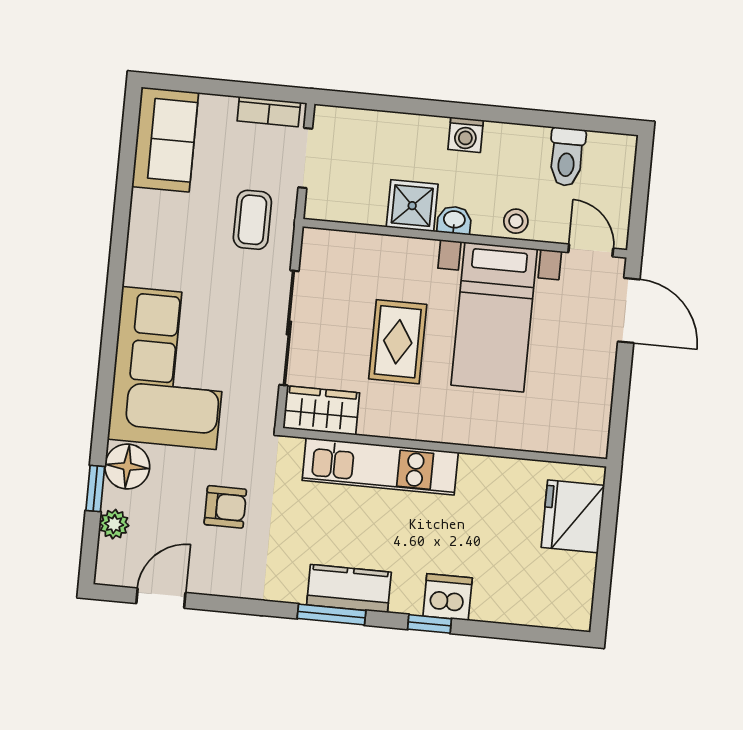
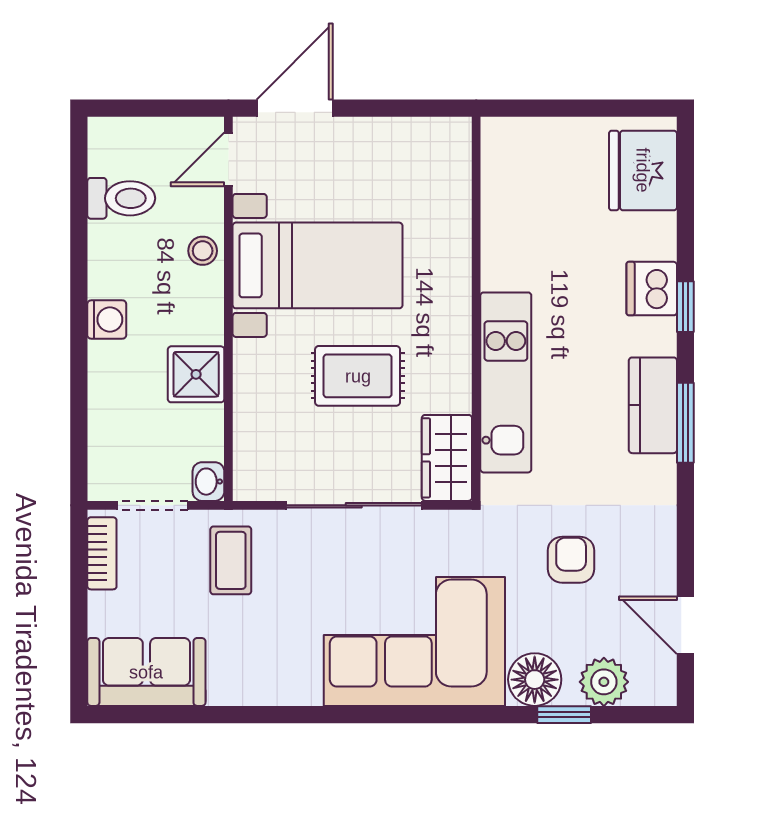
coffee table: (252, 220) -> (231, 560), turned 90
washbasin: (454, 220) -> (208, 482), moved
fridge: (573, 516) -> (643, 170), moved, turned 90
plant: (114, 524) -> (604, 682), width x1.38, depth x1.38

